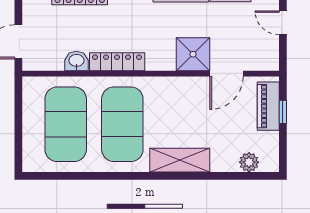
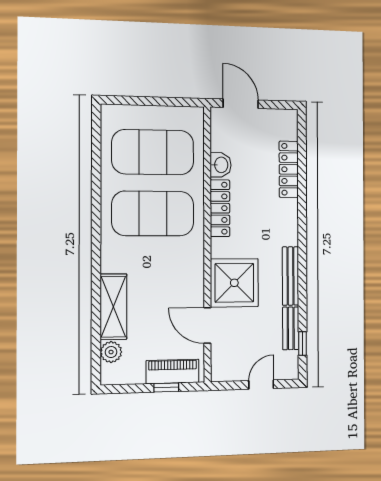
shower: (193, 54) -> (234, 283), width x1.37, depth x1.37
shelving: (180, 160) -> (113, 307), moved

